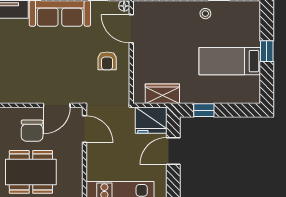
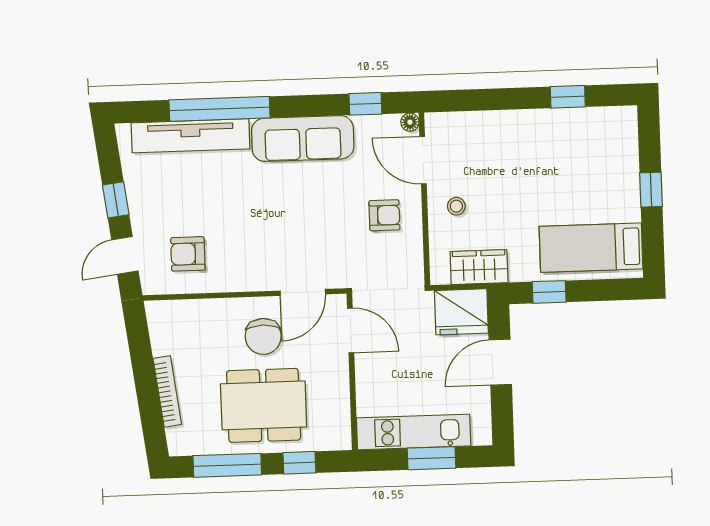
stool: (205, 14) -> (456, 206), moved
armchair: (107, 61) -> (384, 215), turned -90
bed: (230, 61) -> (591, 248), moved

